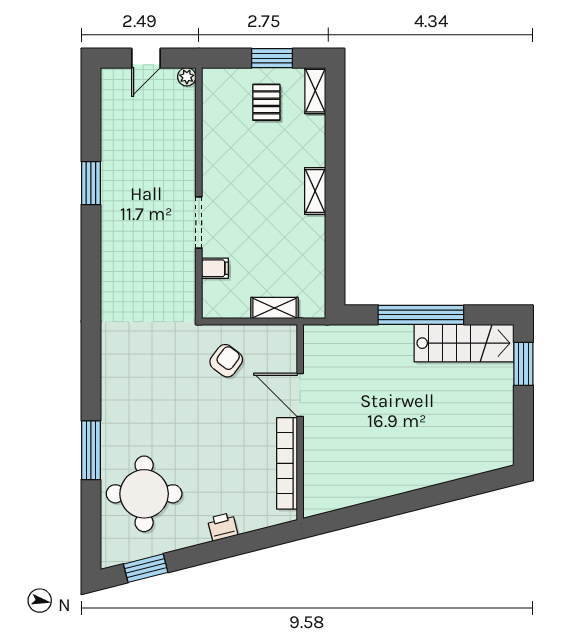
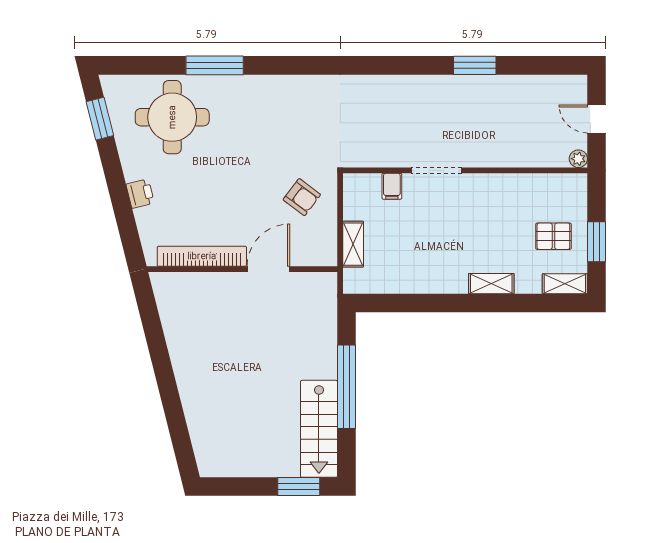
shelving: (315, 191) -> (491, 284), moved

